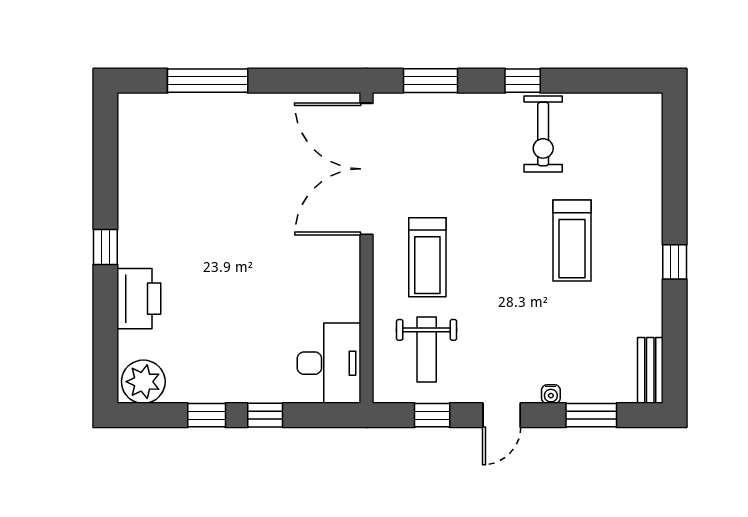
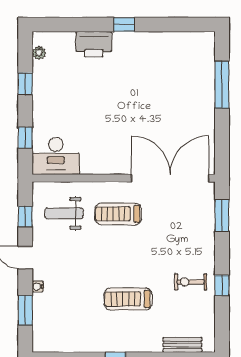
window: (523, 81) -> (222, 285), moved
exercise bike: (543, 134) -> (191, 282), width x0.73, depth x0.72
bench: (650, 370) -> (182, 345), moved
plant: (143, 382) -> (39, 53), width x0.53, depth x0.53
window: (265, 415) -> (25, 138), moved

